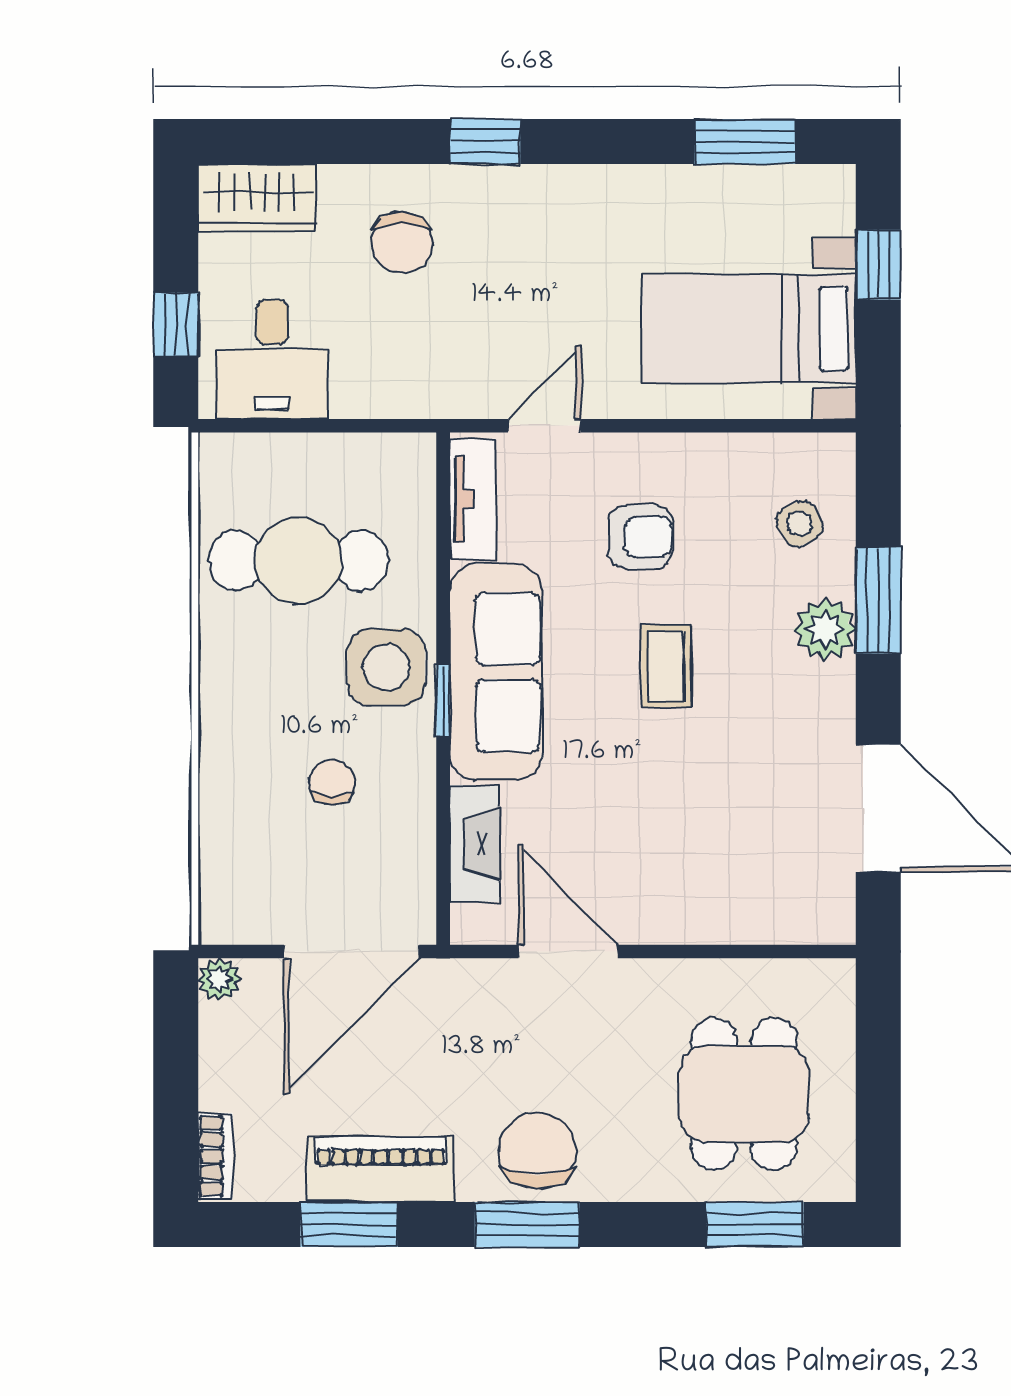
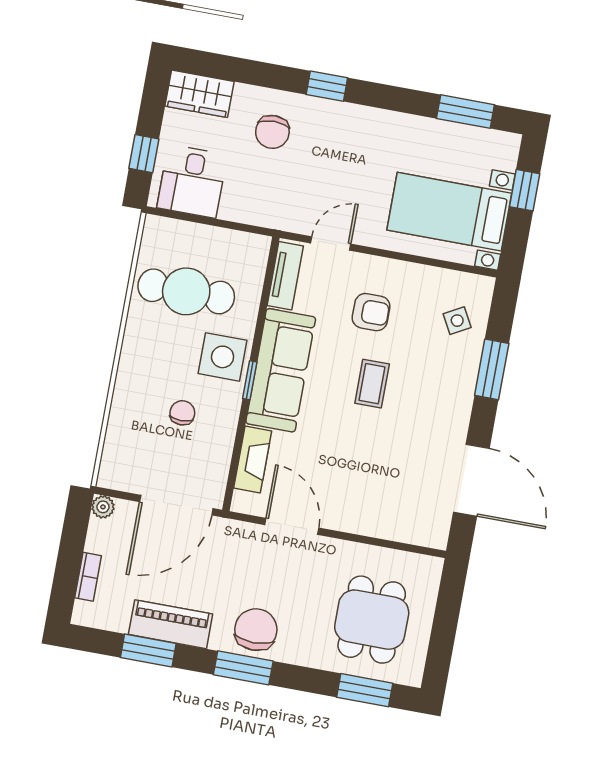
plant: (825, 629) -> (460, 380), removed
bookcase: (215, 1156) -> (88, 577), moved

